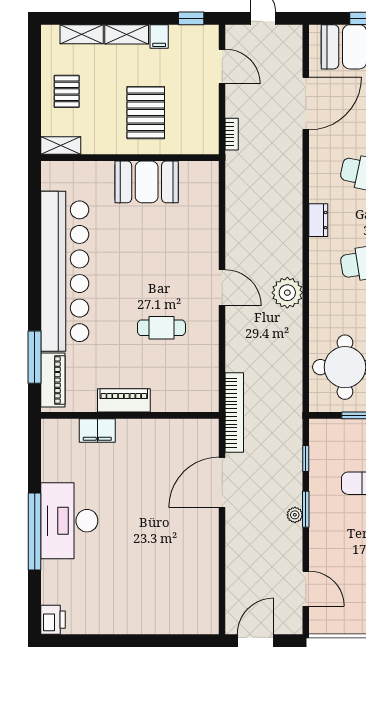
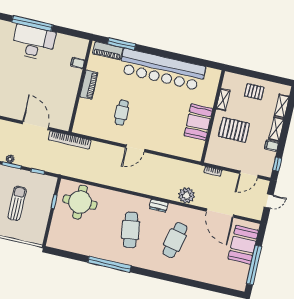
shelving: (61, 146) -> (223, 100), moved
plant: (287, 293) -> (187, 195), moved
filing cabinet: (97, 430) -> (78, 63), width x0.50

